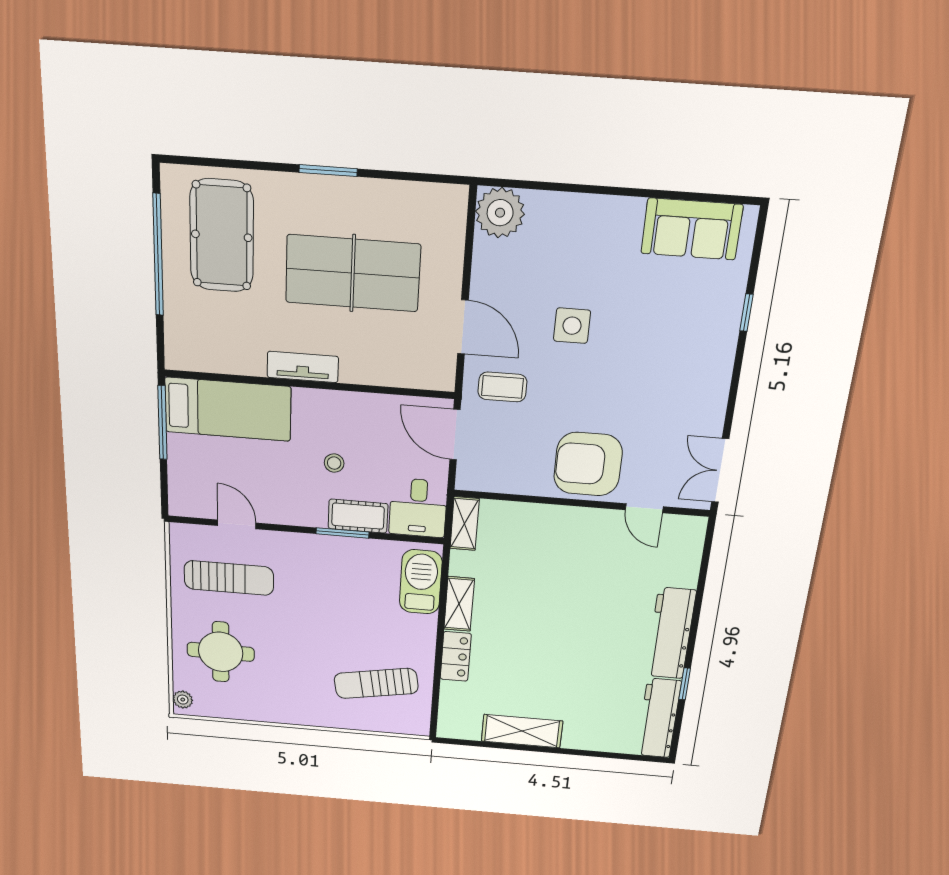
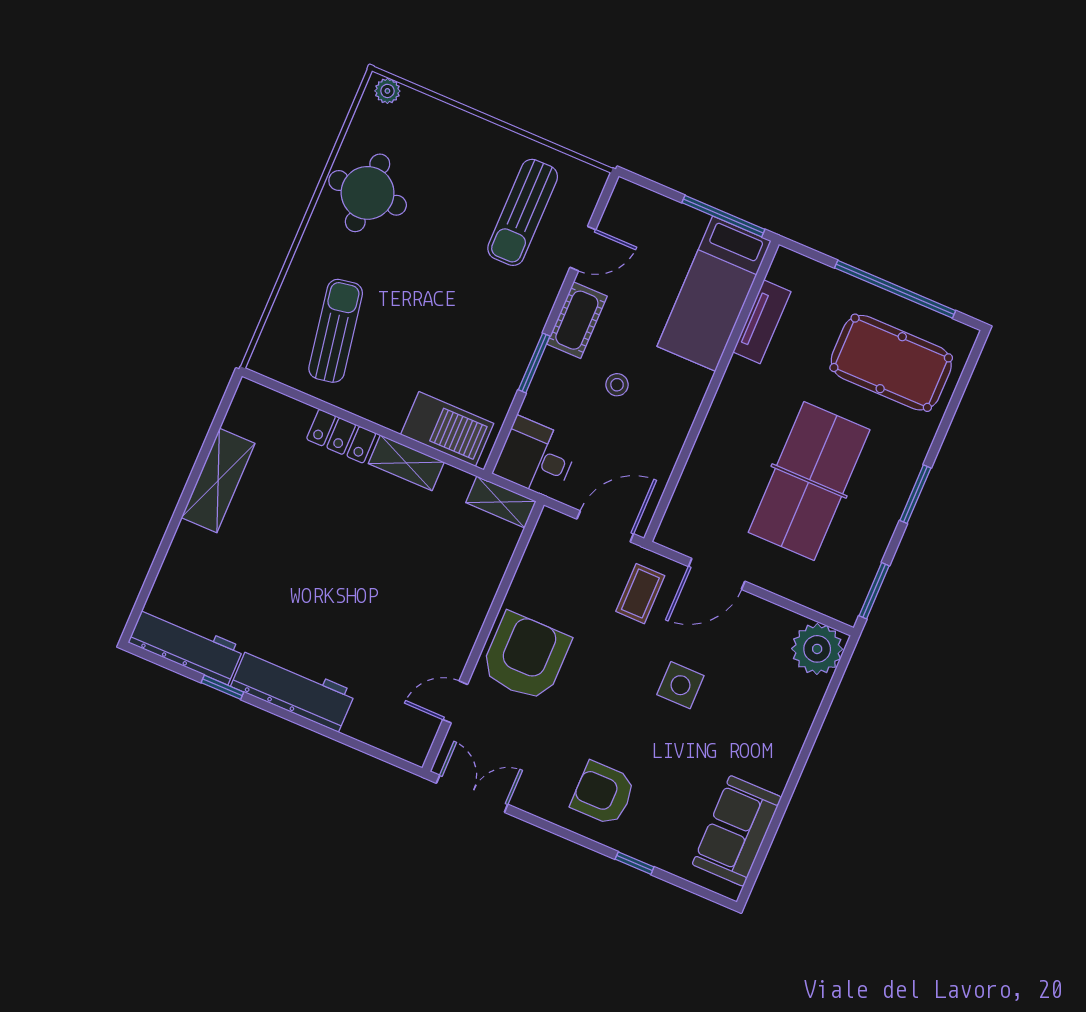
window: (429, 178) -> (874, 591), added
armchair: (689, 361) -> (603, 793), added
tv unit: (303, 367) -> (762, 322), moved
cot: (358, 516) -> (577, 320), moved
round table: (221, 652) -> (368, 193), moved

